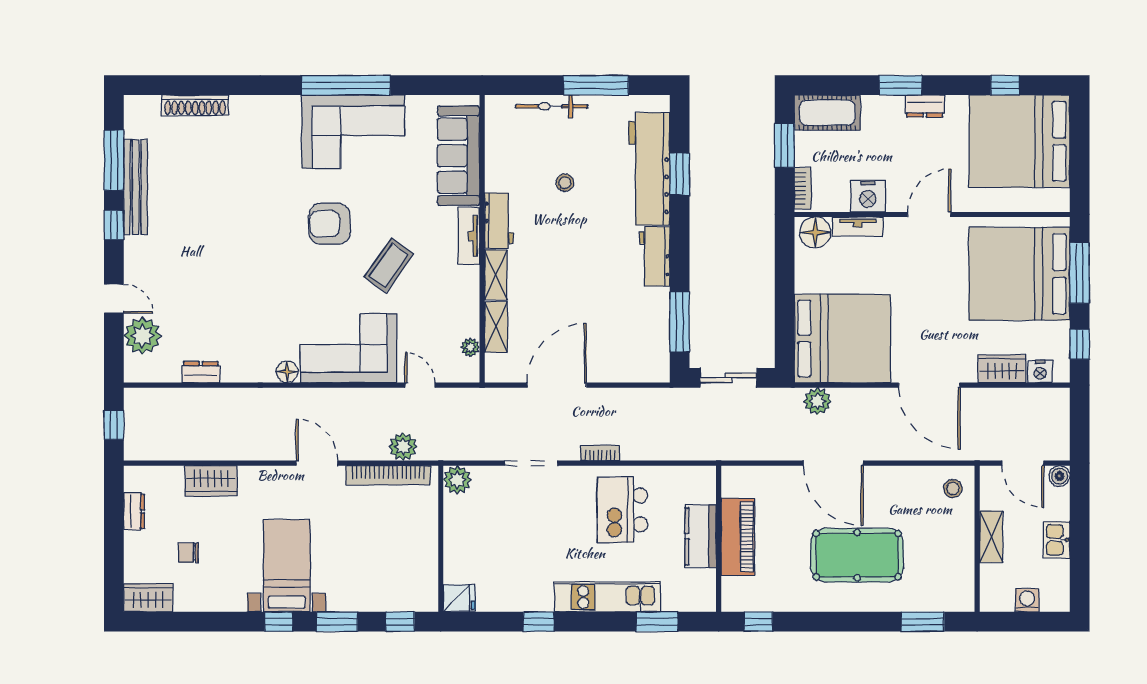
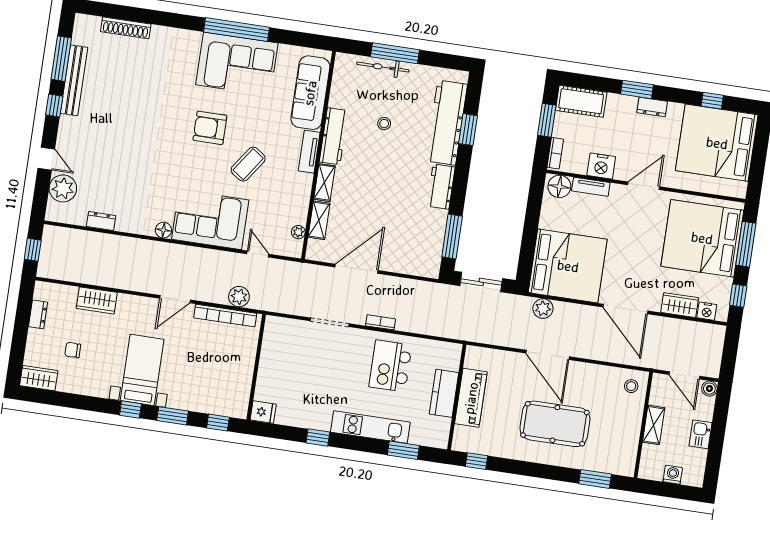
window: (596, 85) -> (395, 53), moved
workbench: (499, 220) -> (334, 136), width x1.38
door: (317, 463) -> (175, 299), swing flipped
plant: (457, 480) -> (275, 326), removed

